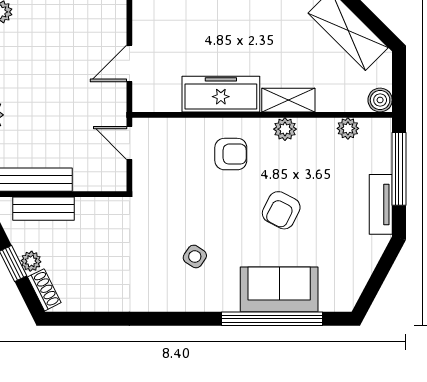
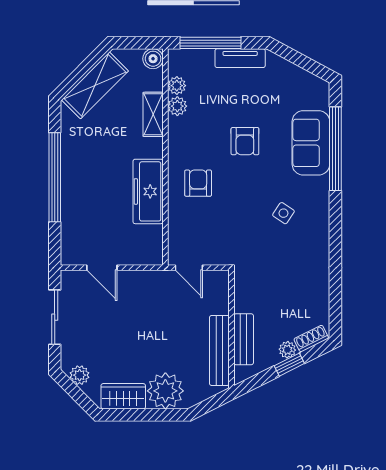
door: (129, 63) -> (102, 268), moved
shelving: (288, 100) -> (153, 114), moved
plant: (285, 129) -> (177, 106), moved
door: (129, 143) -> (189, 268), hinge flipped
armchair: (281, 210) -> (245, 141), turned 63

